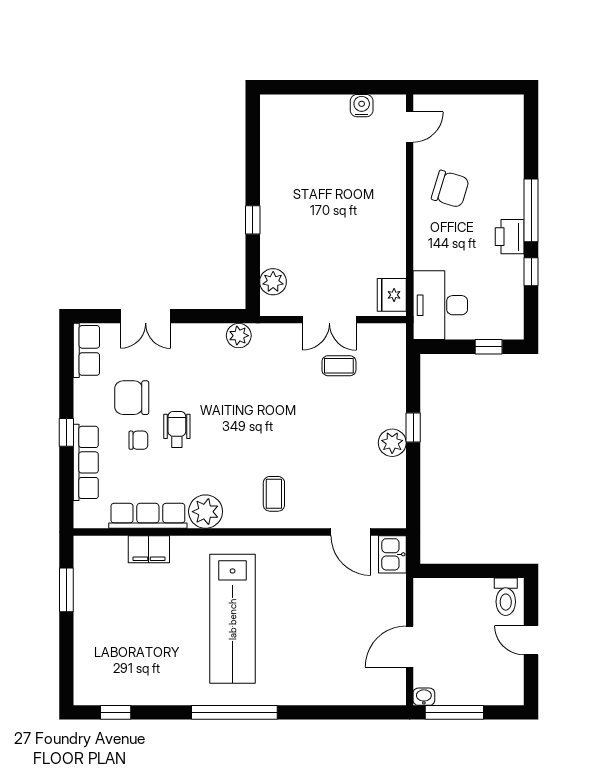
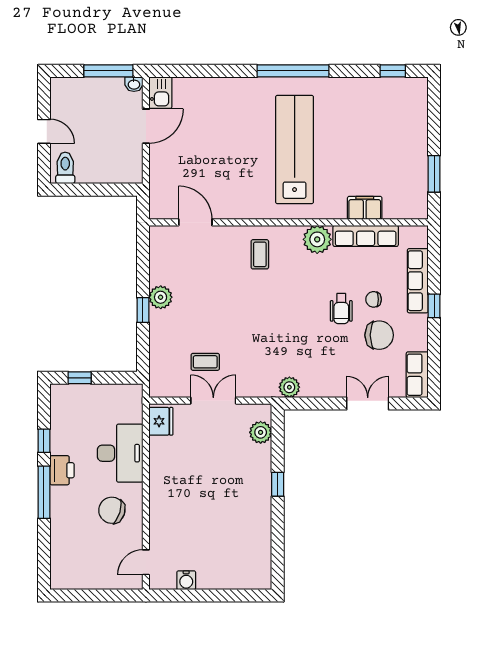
desk: (440, 305) -> (120, 453), moved
kitchen sink: (392, 554) -> (160, 93), moved

